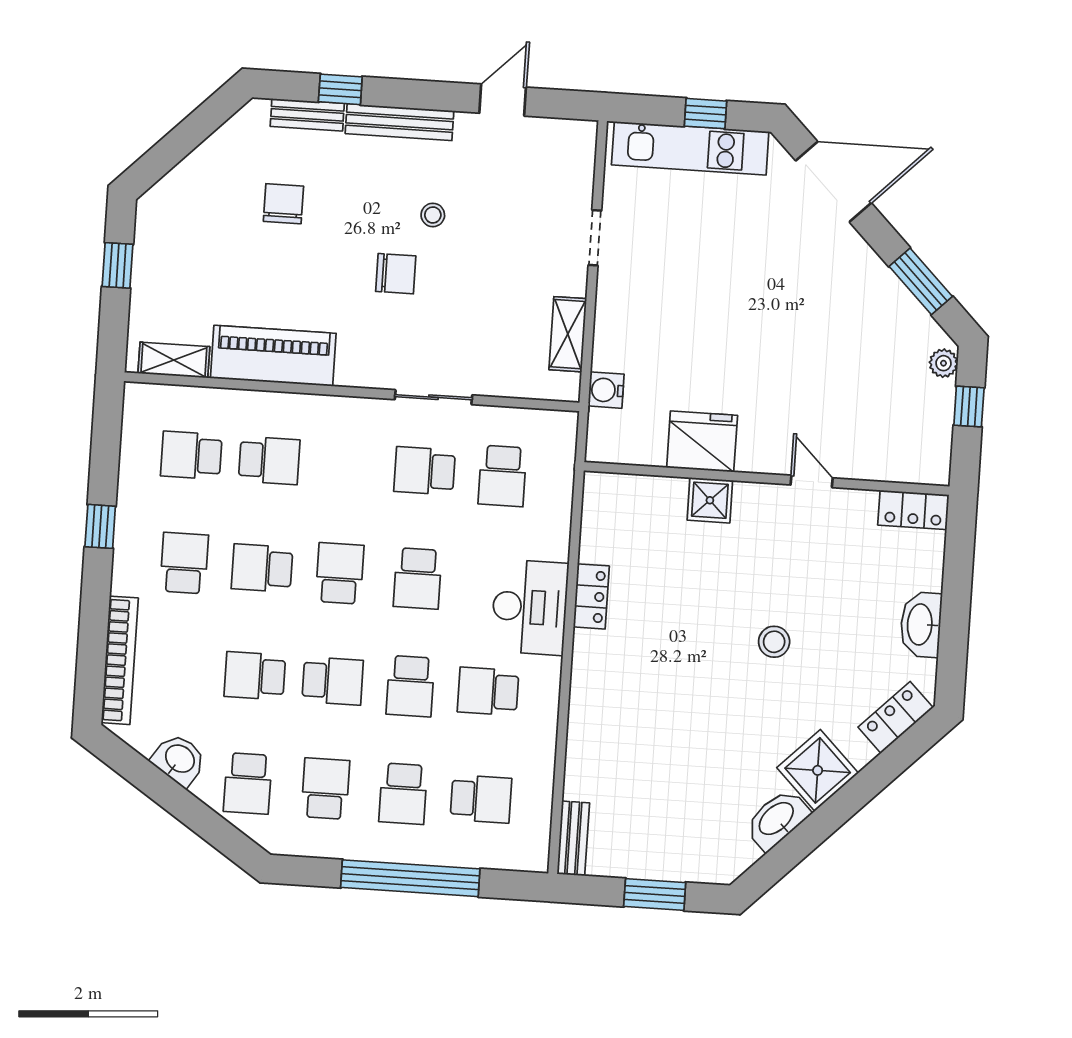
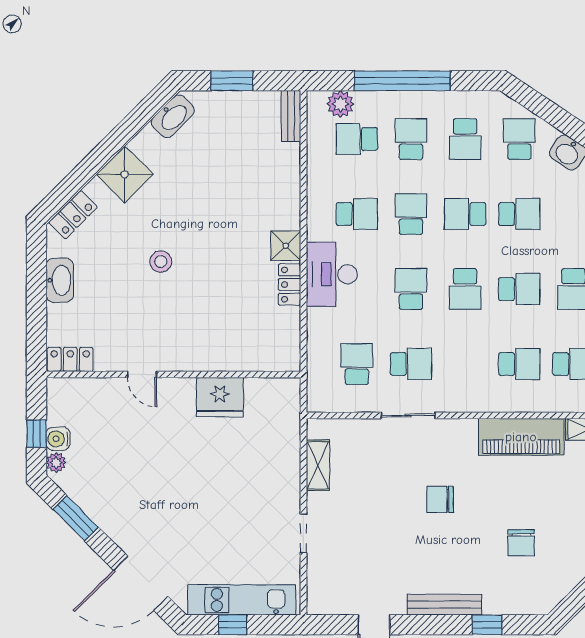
bench: (307, 115) -> (509, 605), removed
stool: (433, 215) -> (417, 542), removed
water cooler: (606, 390) -> (58, 439), moved, turned 180
school desk: (269, 461) -> (519, 364), turned 180
shower: (710, 500) -> (286, 246), moved
washbasin: (777, 819) -> (173, 116), moved
plant: (501, 851) -> (340, 104), added

